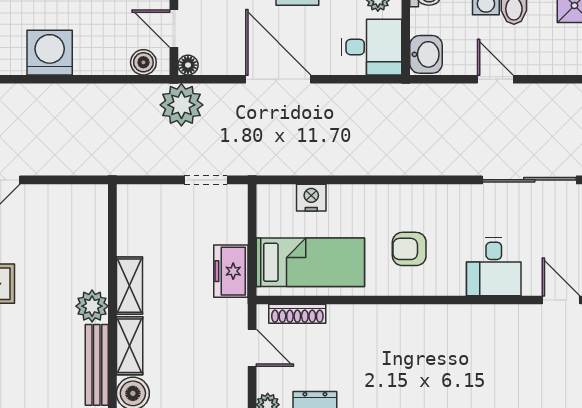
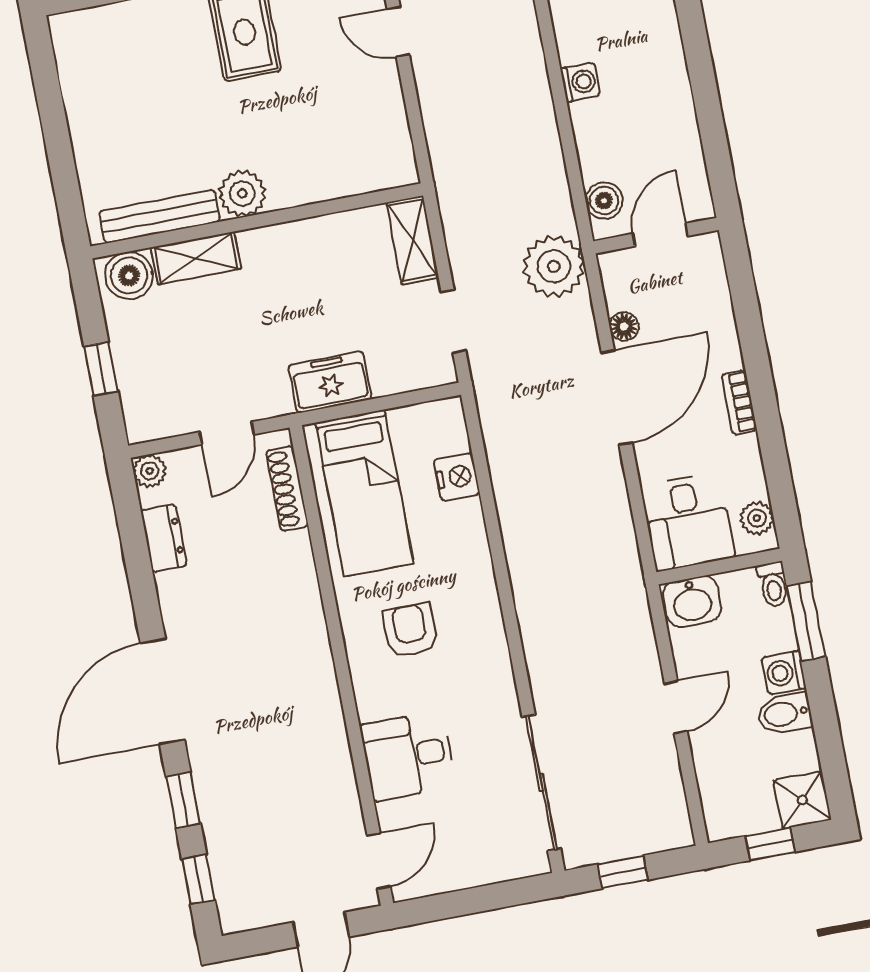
washing machine: (50, 53) -> (580, 82), width x0.53, depth x0.53
floor lamp: (188, 65) -> (624, 326), moved
shelving: (129, 286) -> (412, 240), moved, turned 90

